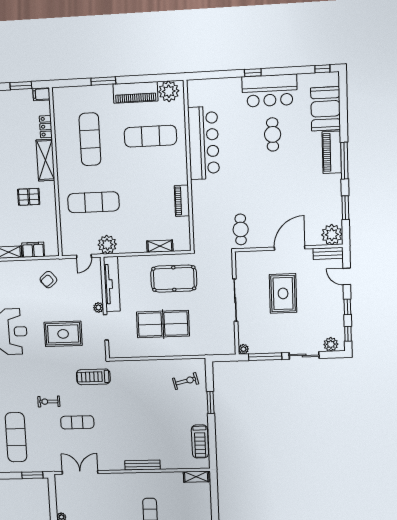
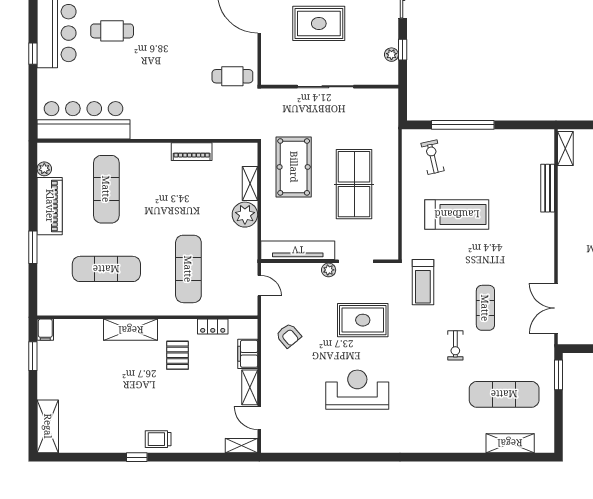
plant: (169, 91) -> (44, 169), width x0.53, depth x0.53
locker: (46, 127) -> (213, 327), moved
bar counter: (204, 143) -> (84, 120), moved
plant: (107, 245) -> (245, 215), moved
rug: (63, 334) -> (363, 320), turned 90
plant: (243, 349) -> (391, 55), moved
window: (265, 357) -> (403, 50), width x0.46
window: (211, 402) -> (463, 125), width x2.11
treadmill: (200, 441) -> (457, 214), moved, width x1.37, depth x1.38
bench: (142, 465) -> (548, 188), moved

